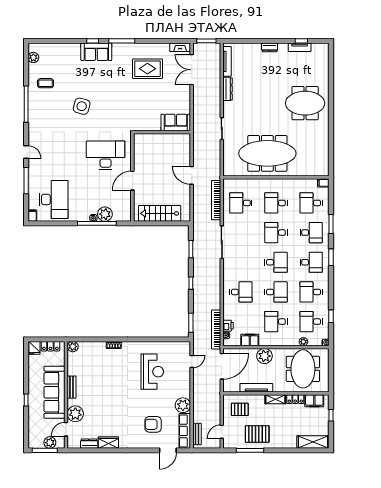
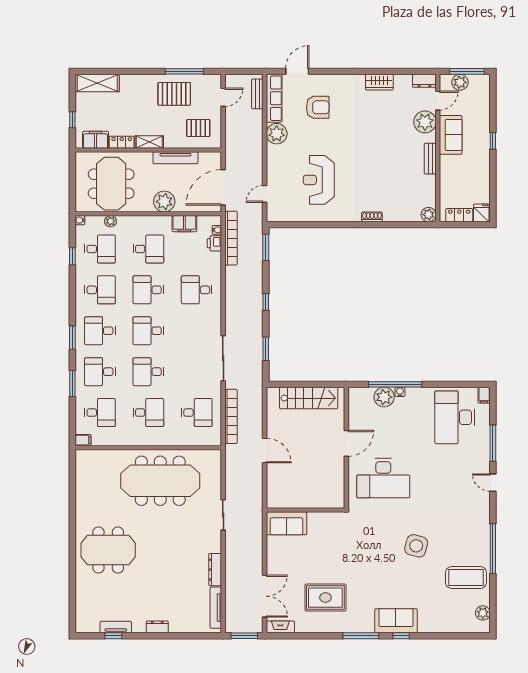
coffee table: (46, 83) -> (466, 578), width x1.86, depth x1.72
desk: (276, 233) -> (148, 372), turned 180
sofa: (54, 392) -> (451, 135), width x0.54, depth x0.79
dresser: (89, 444) -> (424, 81), moved

